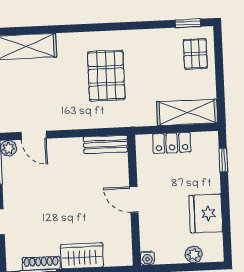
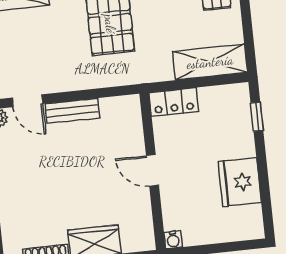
locker: (172, 143) -> (174, 102), moved
bench: (106, 144) -> (72, 111), moved
plant: (194, 255) -> (228, 232), removed

